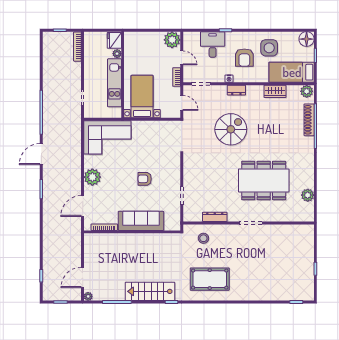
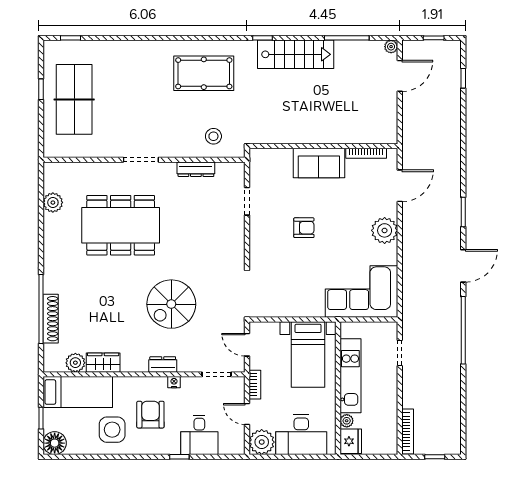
desk: (146, 45) -> (301, 435), added
plant: (307, 91) -> (75, 363), moved
sofa: (141, 221) -> (319, 163), width x0.73
table tennis table: (294, 262) -> (74, 99), added

